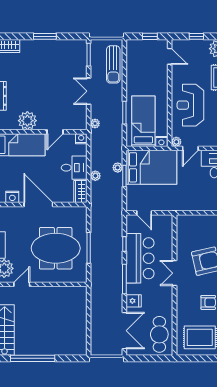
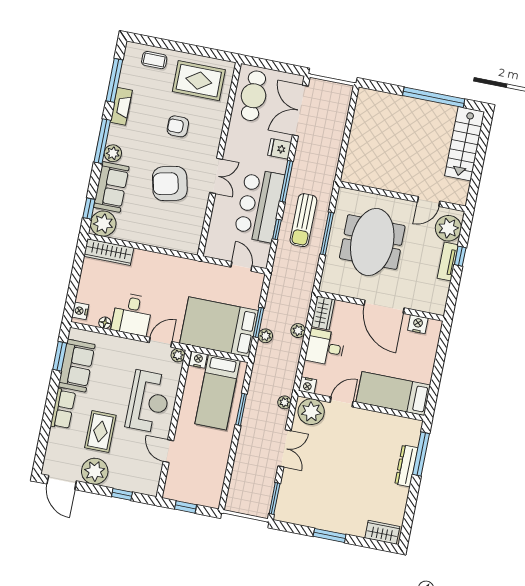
door: (170, 56) -> (168, 451), moved
sun lounger: (113, 64) -> (303, 220), moved, turned 180
plant: (27, 121) -> (311, 412), moved
meeting table: (56, 248) -> (372, 242), turned 90

